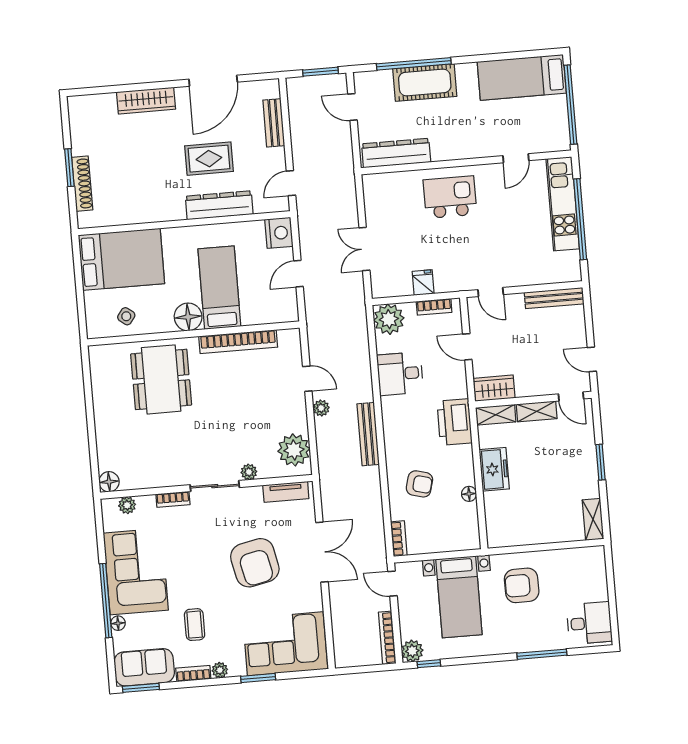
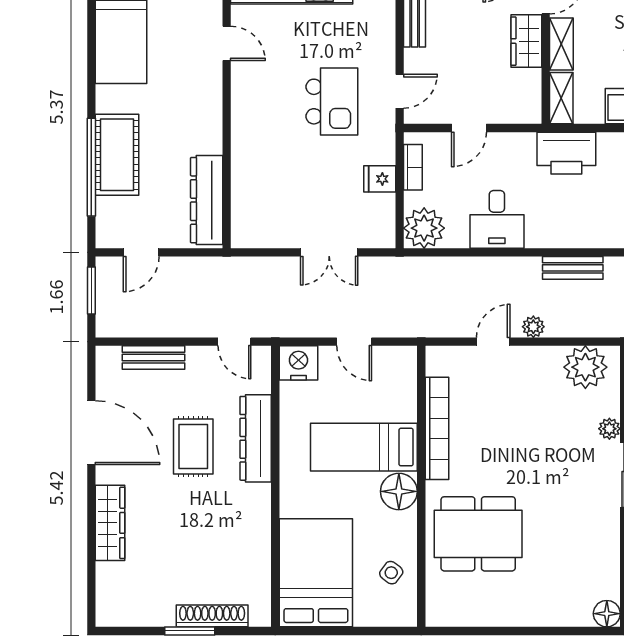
kitchen island: (450, 197) -> (332, 102), moved, turned 180
wardrobe: (494, 388) -> (526, 41), moved
bench: (368, 434) -> (573, 268), width x0.73

